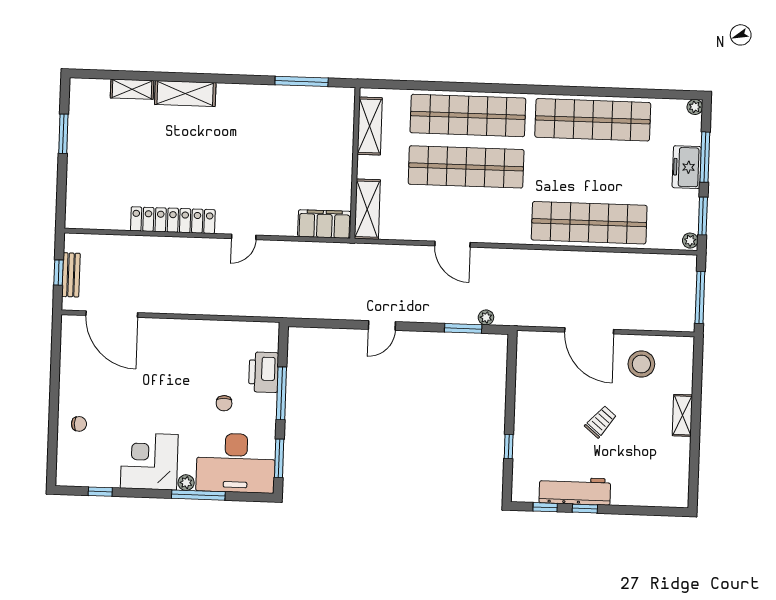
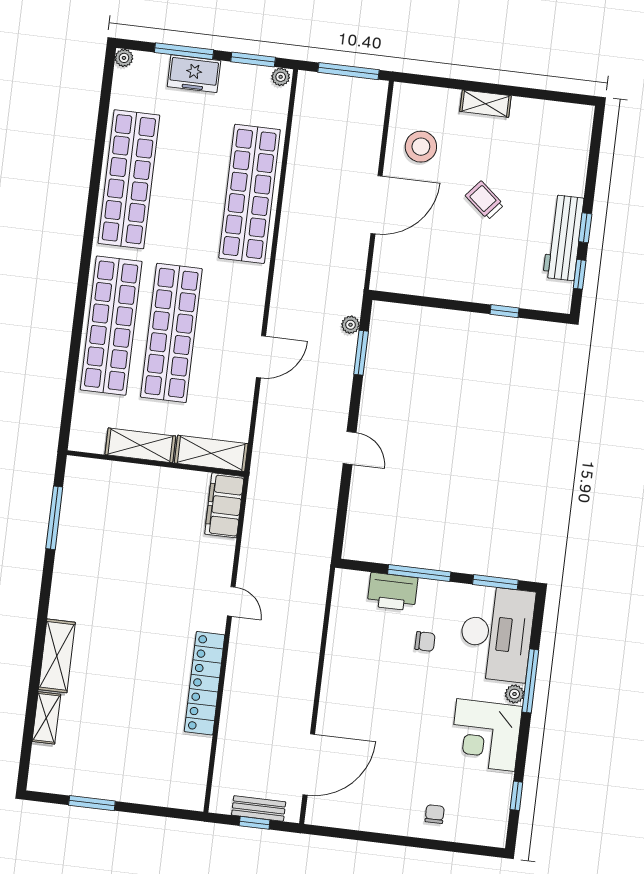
shelving: (370, 126) -> (140, 445), moved

